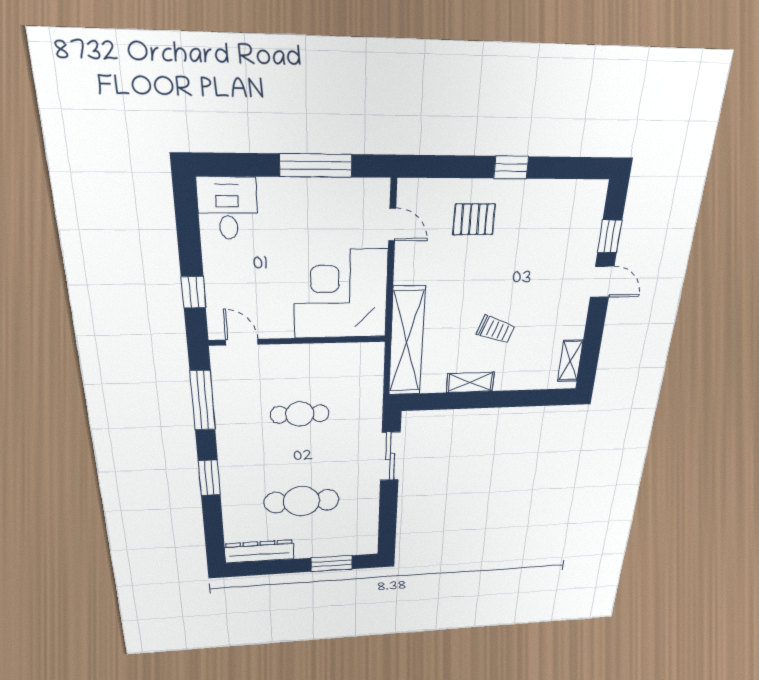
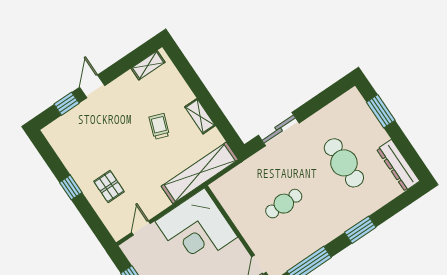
cafe table: (300, 414) -> (284, 204), turned 90

